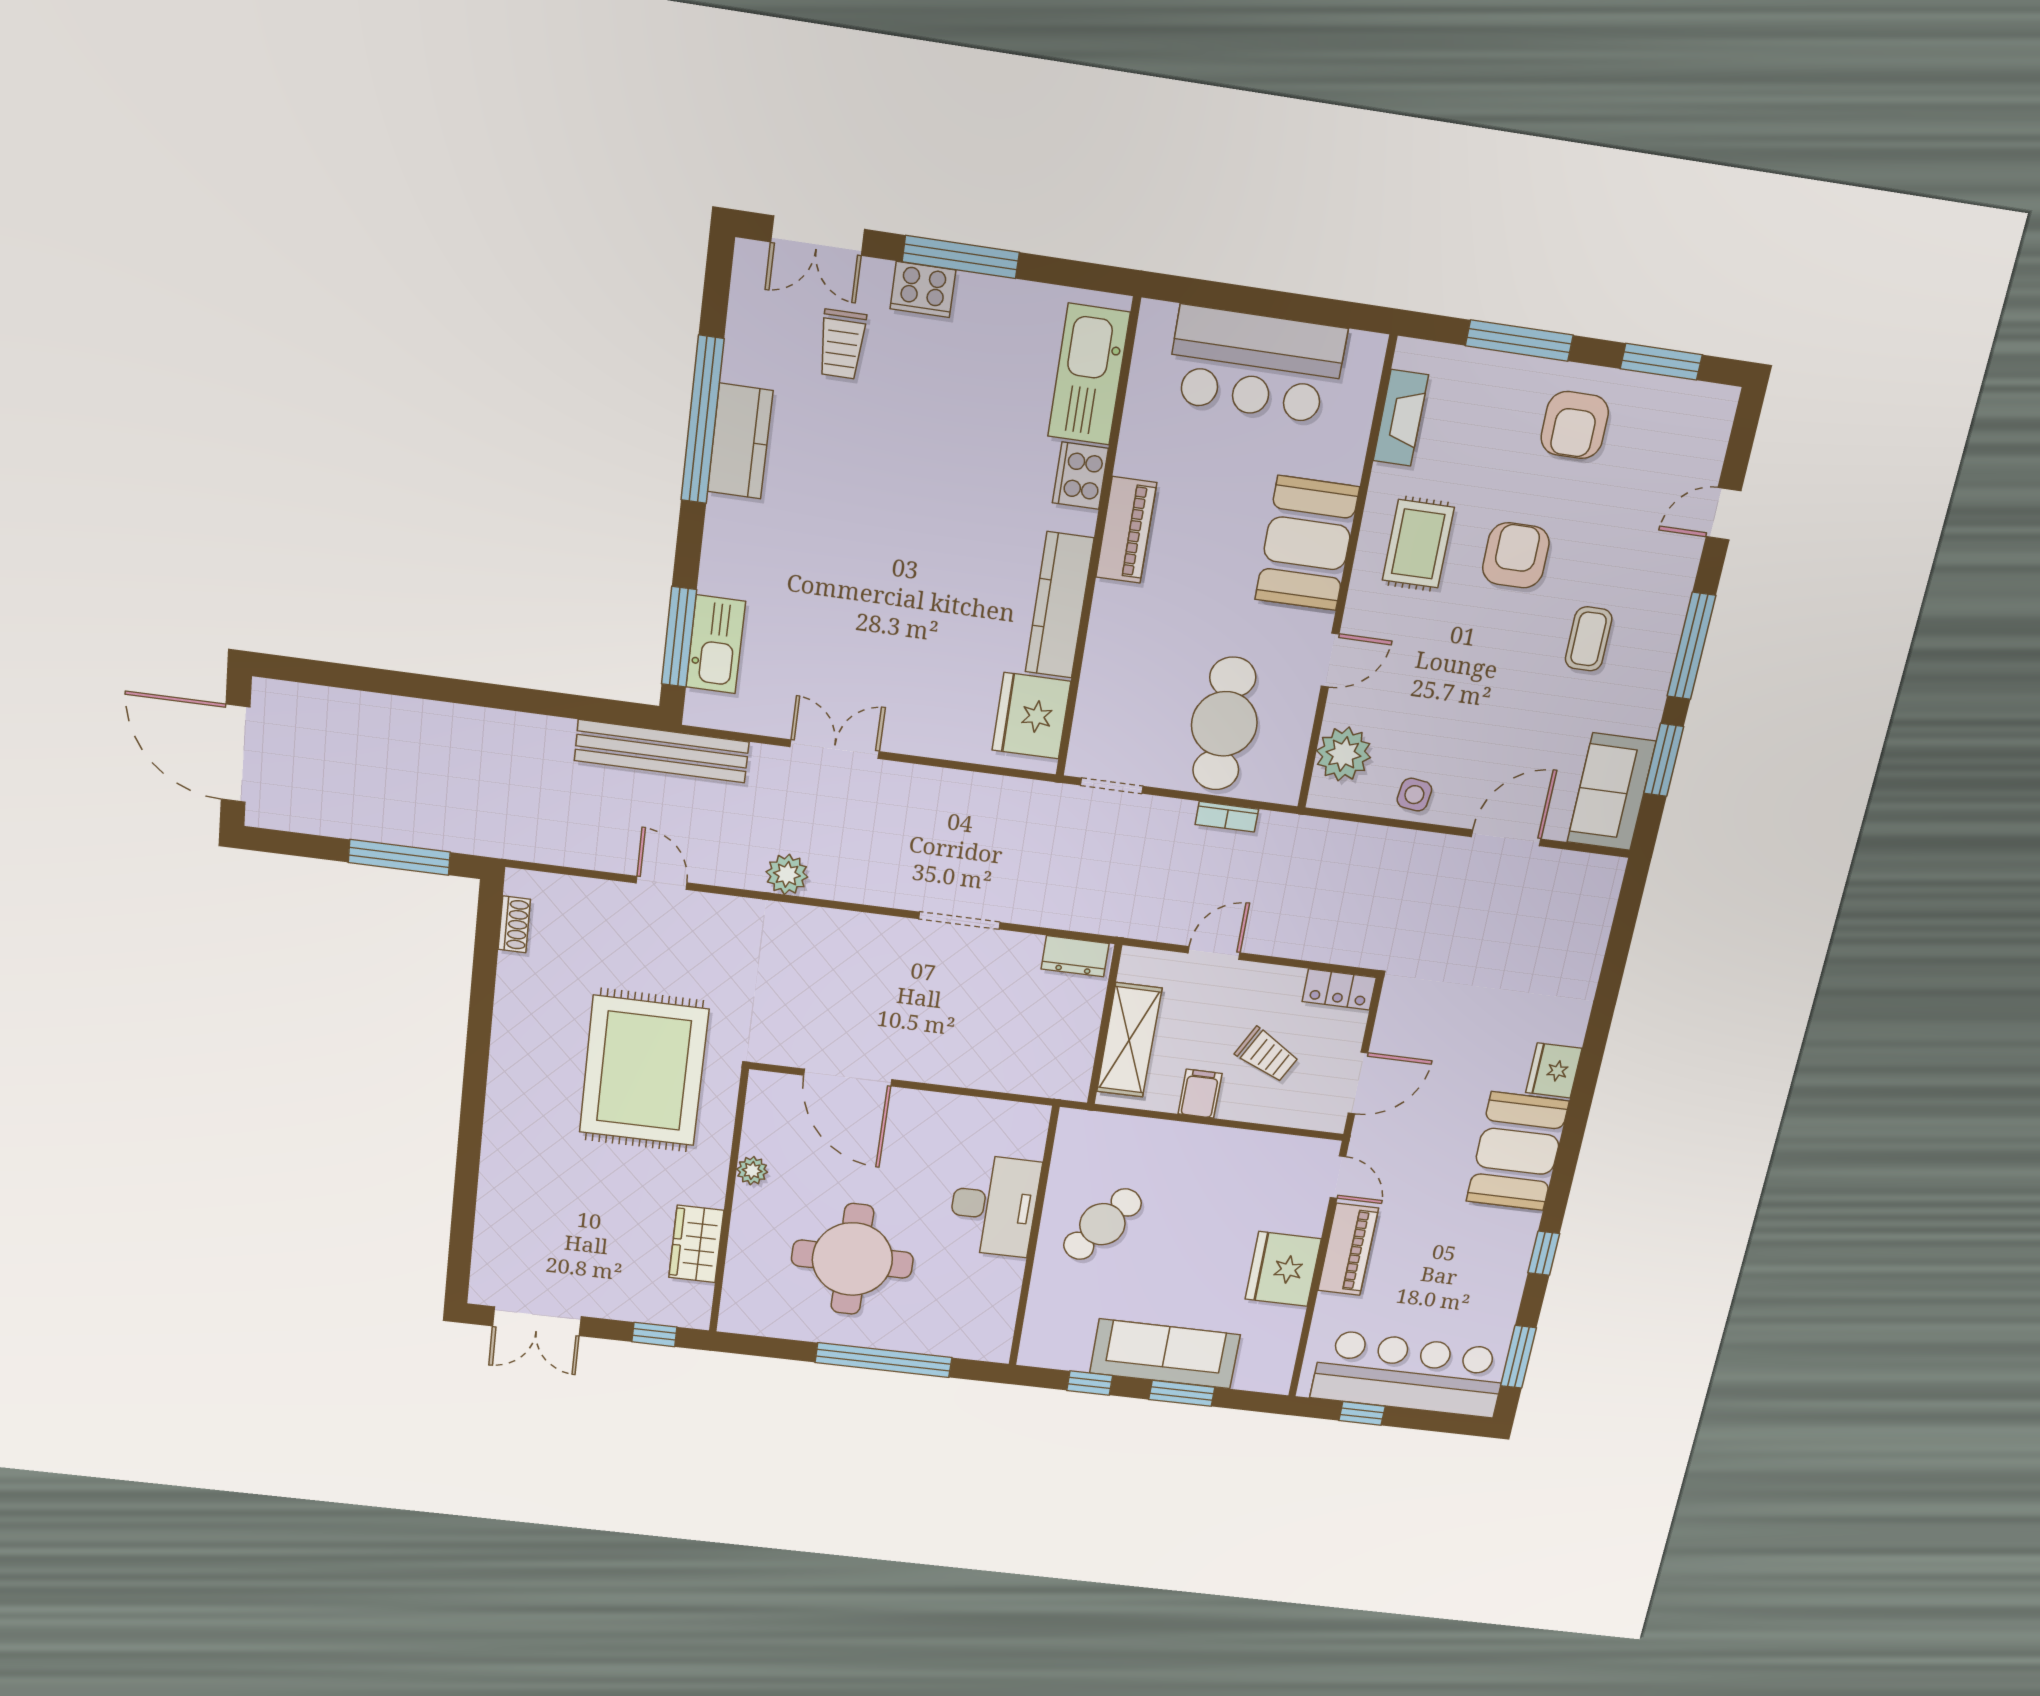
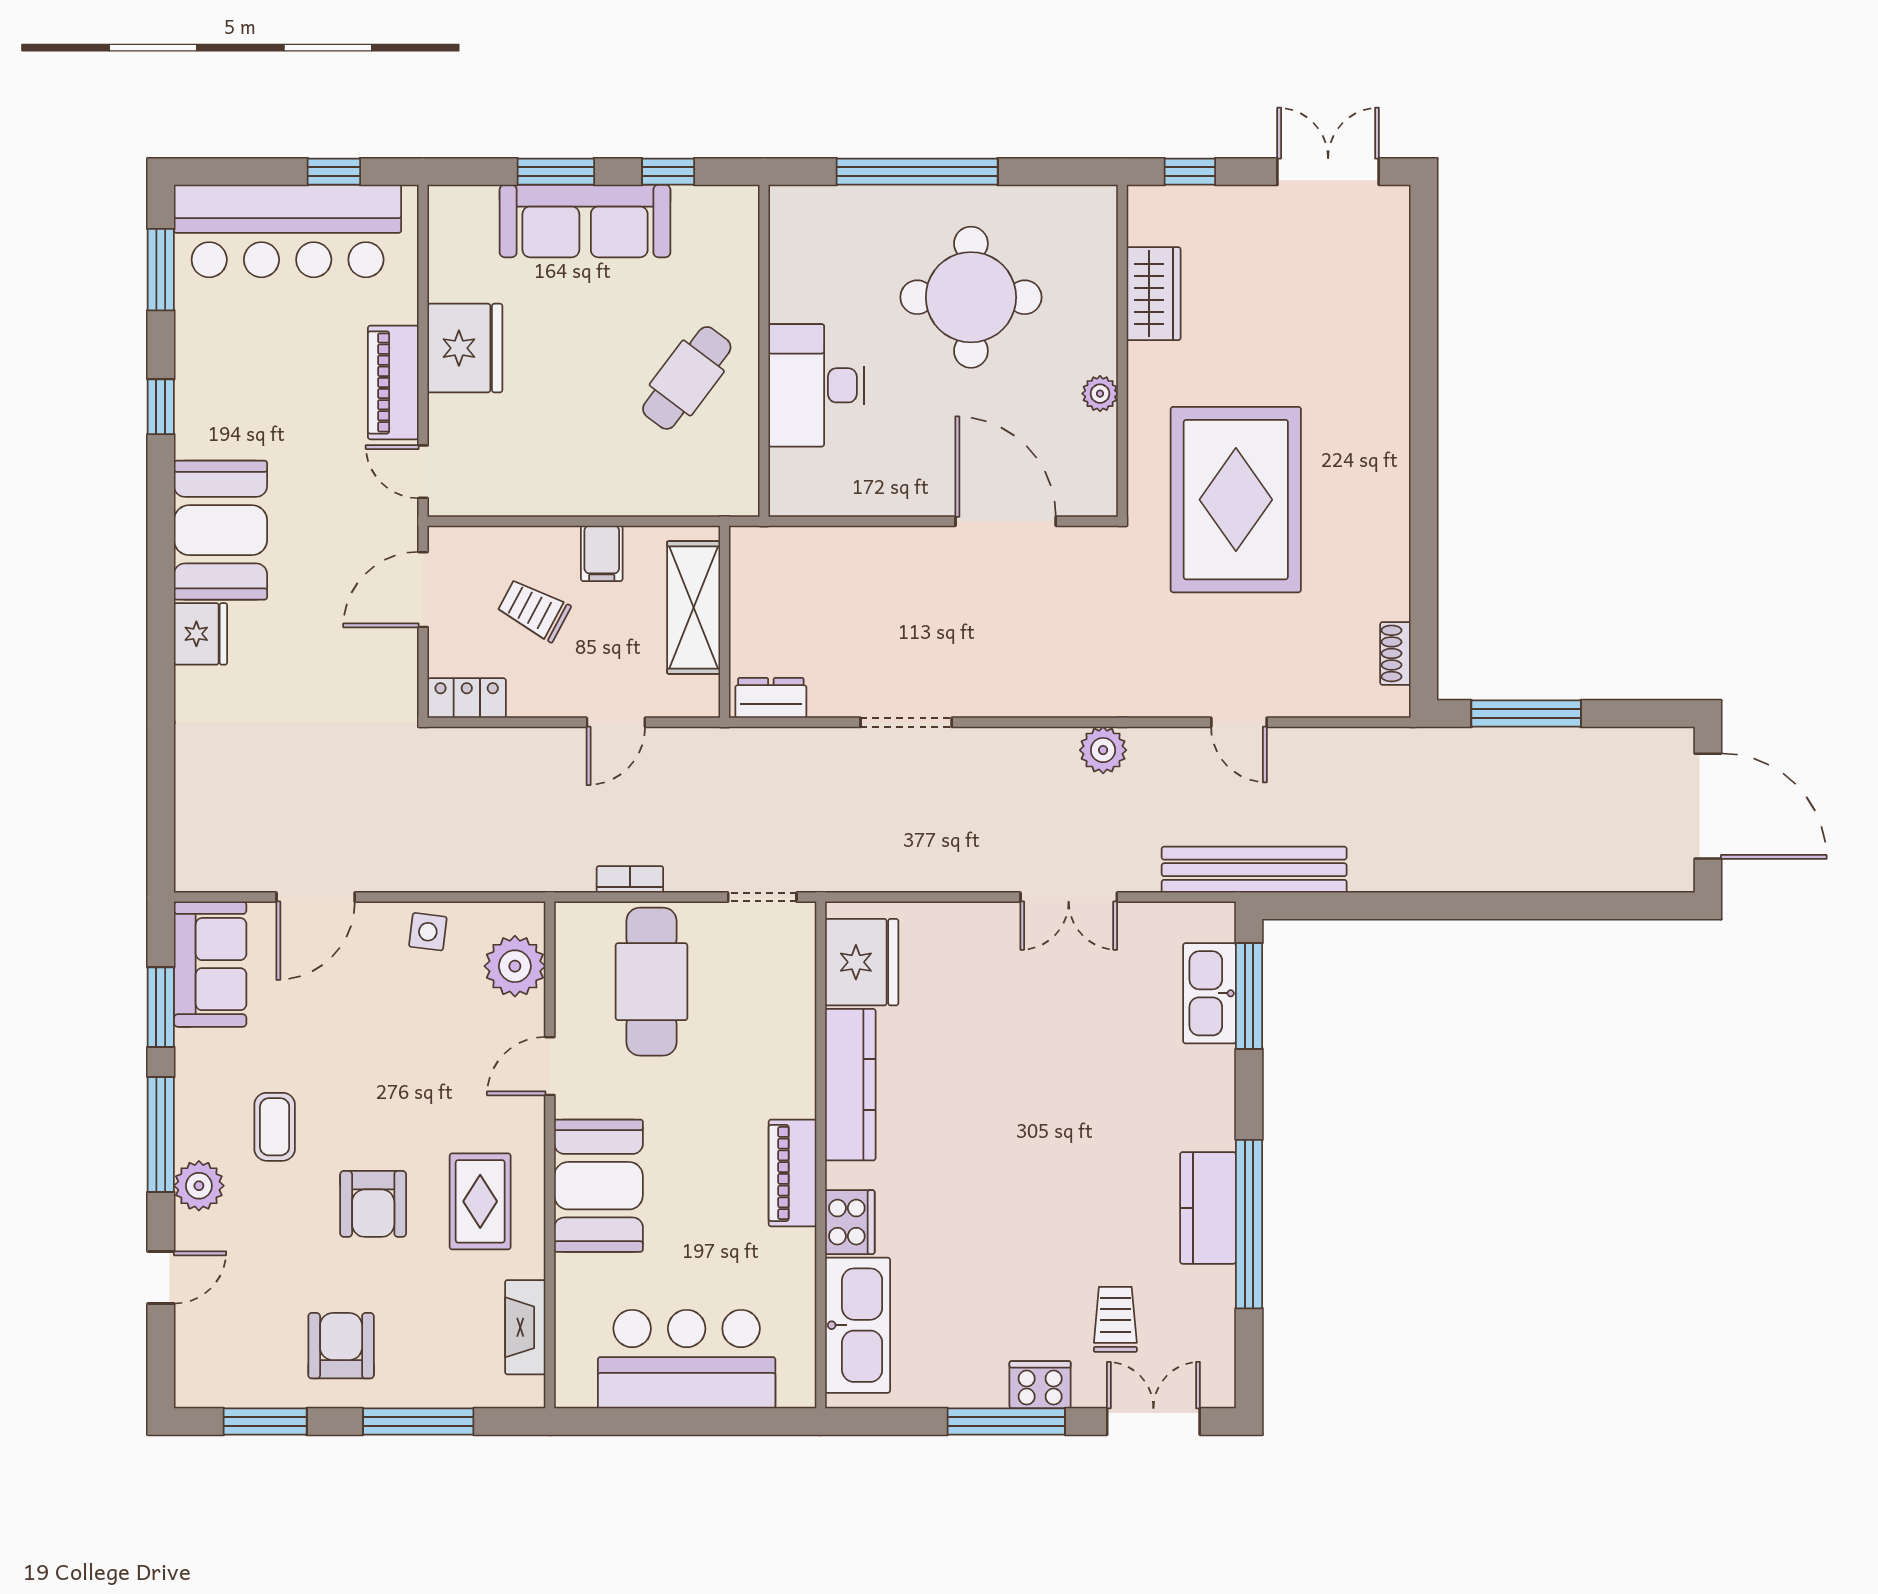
plant: (1669, 594) -> (199, 1186), added

